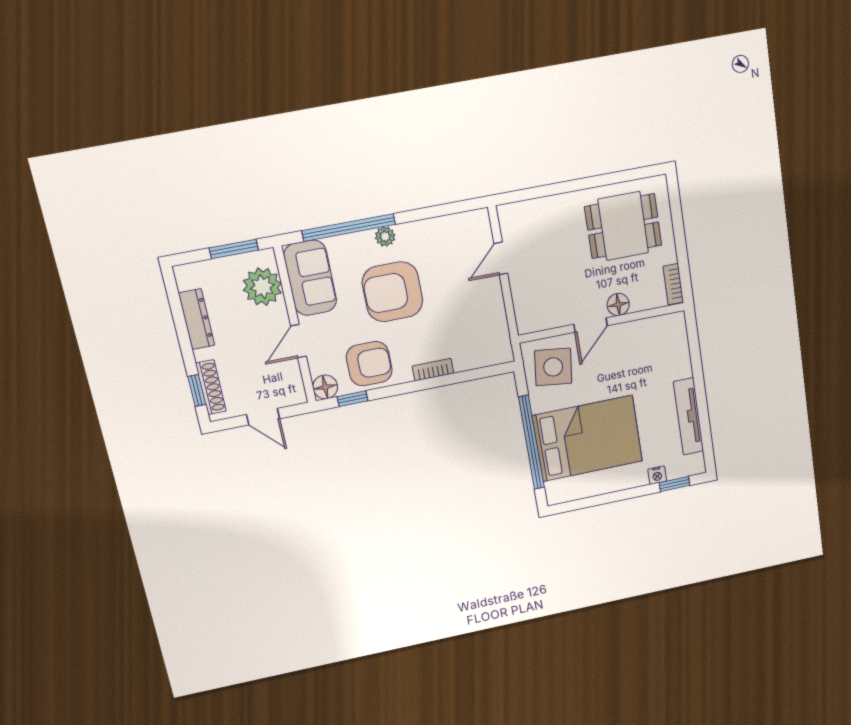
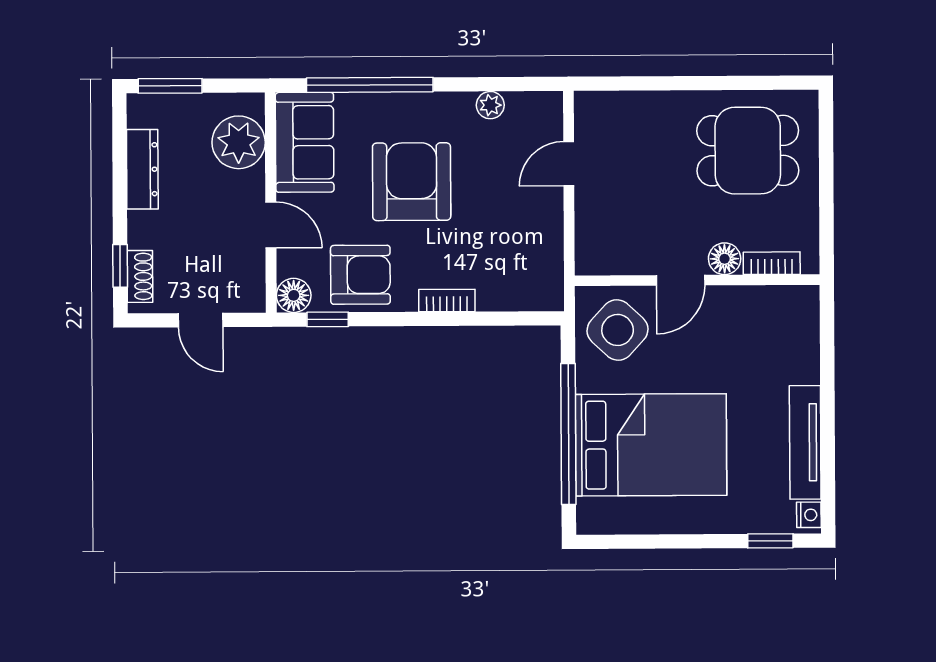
plant: (385, 236) -> (490, 105), moved
window: (234, 249) -> (170, 86), moved
bookcase: (673, 284) -> (772, 263), moved, turned 90
armchair: (392, 292) -> (412, 182), turned 90
door: (298, 341) -> (271, 225), swing flipped
side table: (553, 367) -> (618, 330), turned 36
shoe rack: (211, 387) -> (140, 276), width x0.70
nightstand: (657, 475) -> (809, 515), moved, turned -90

